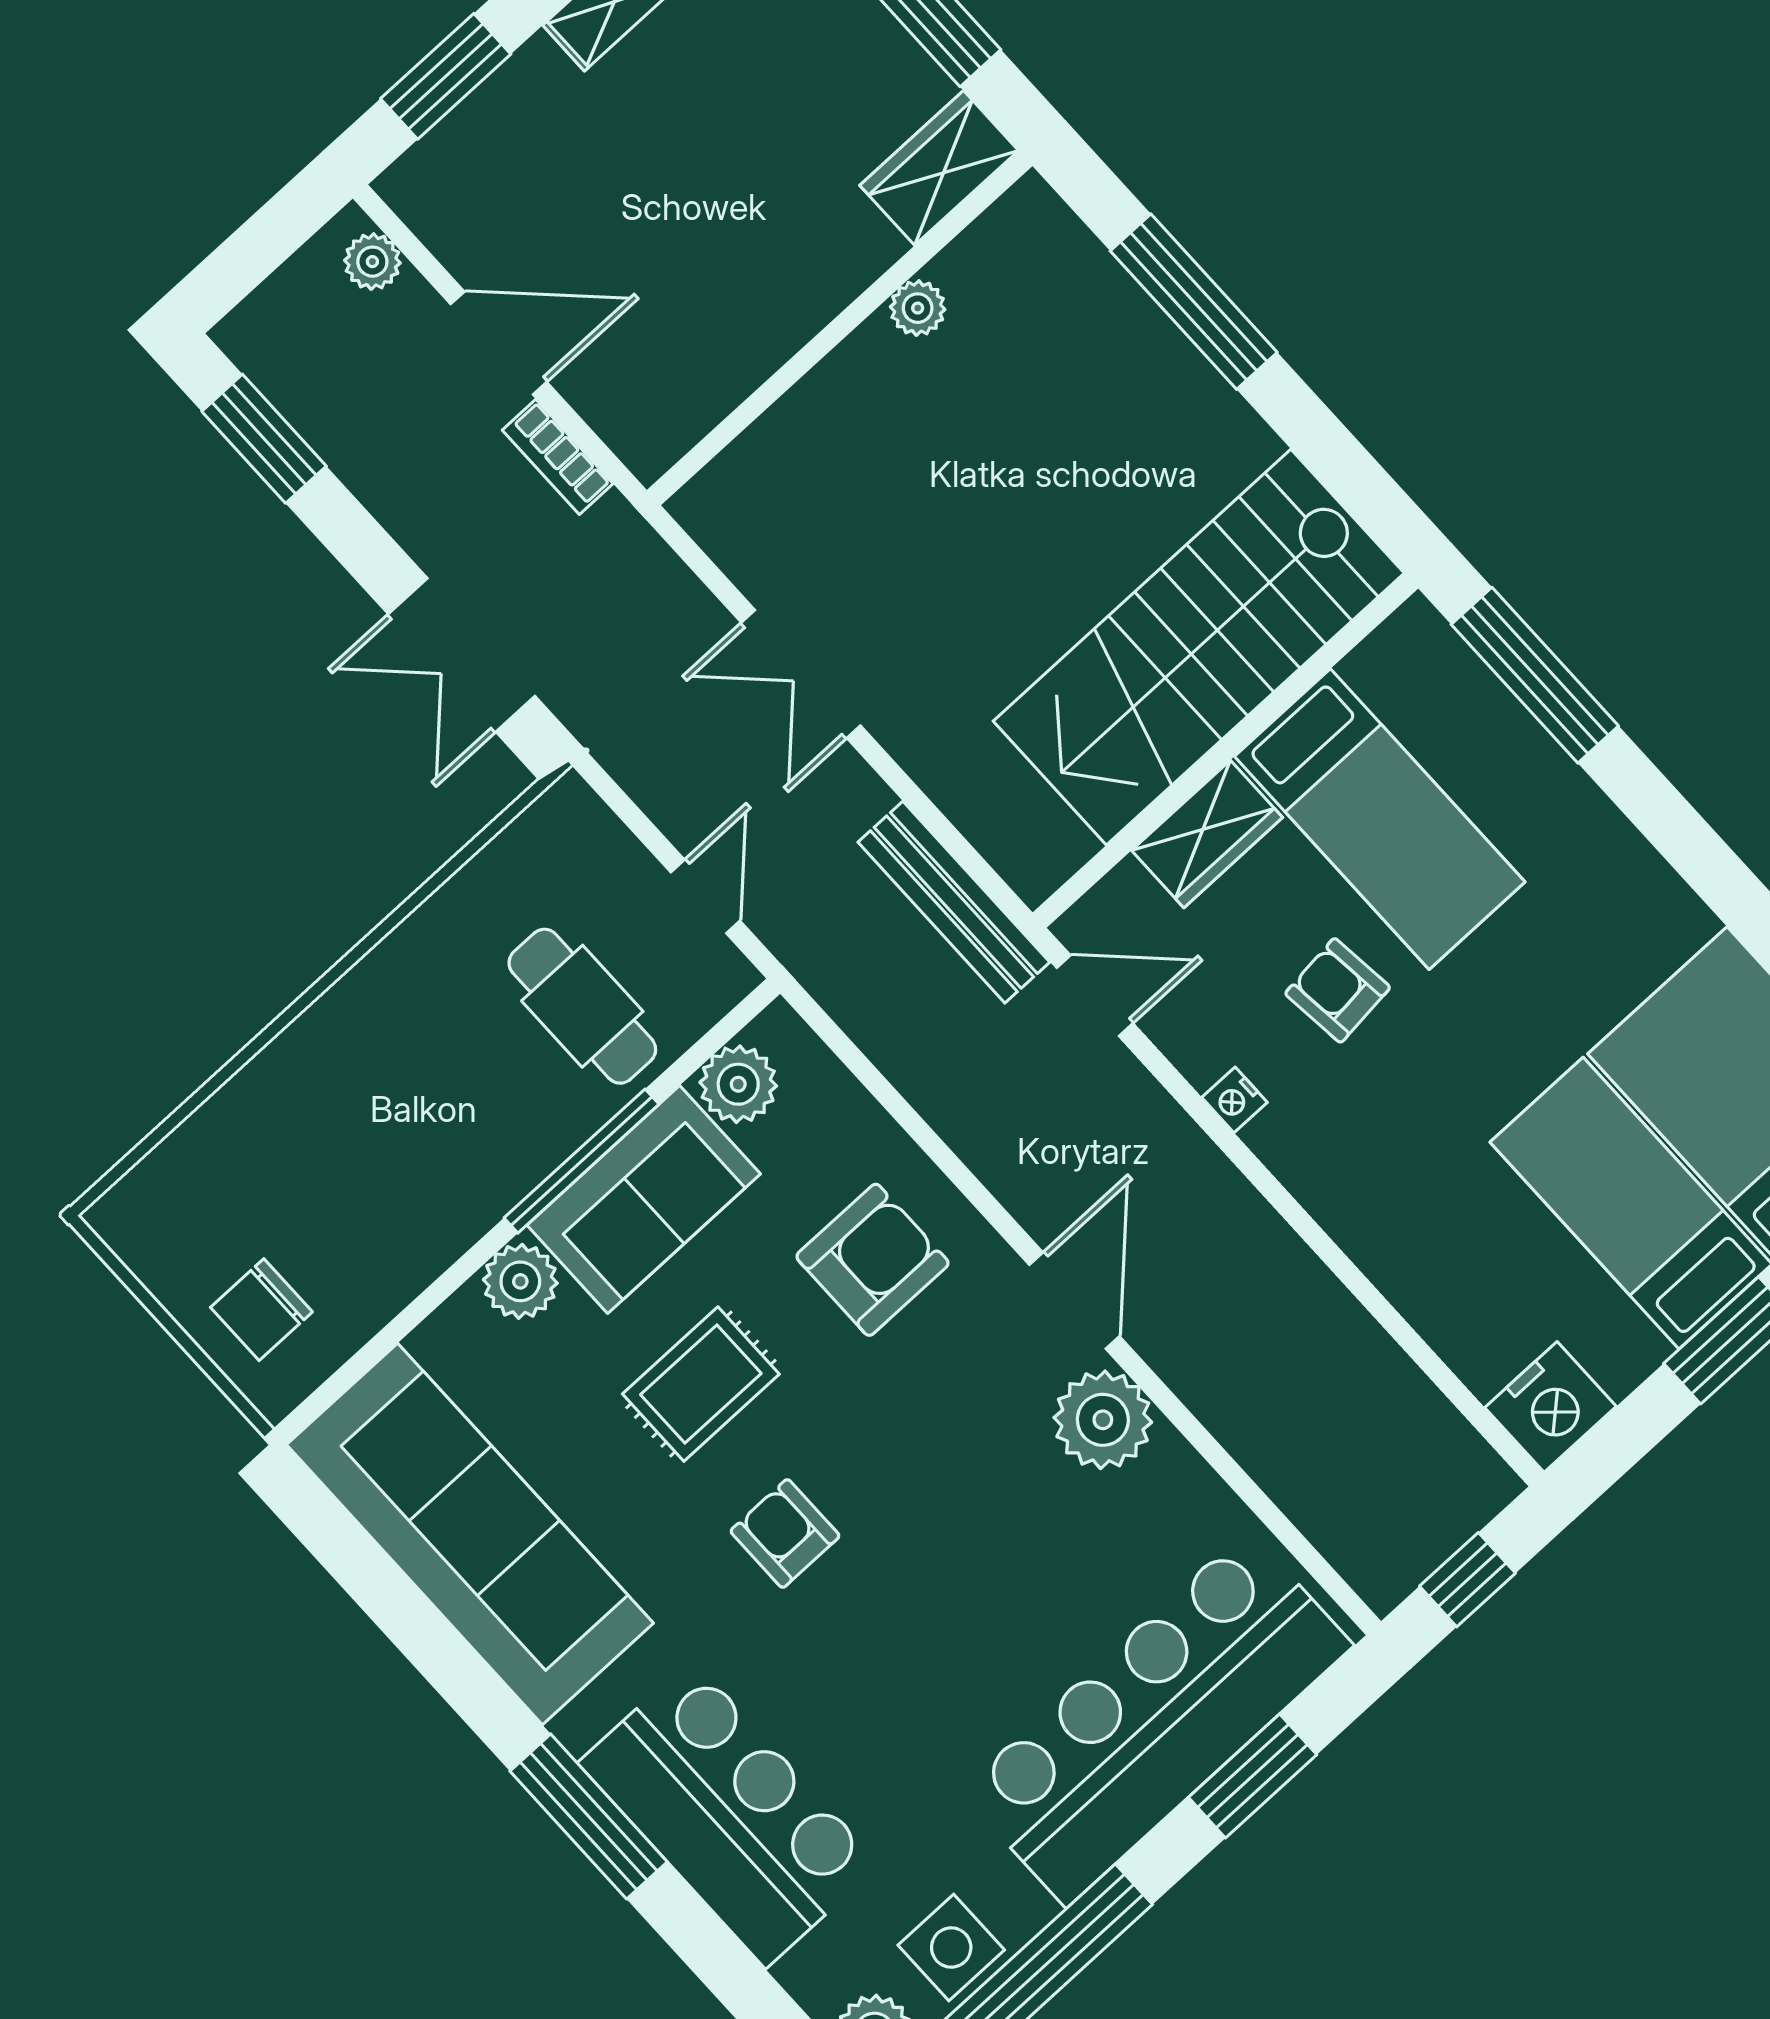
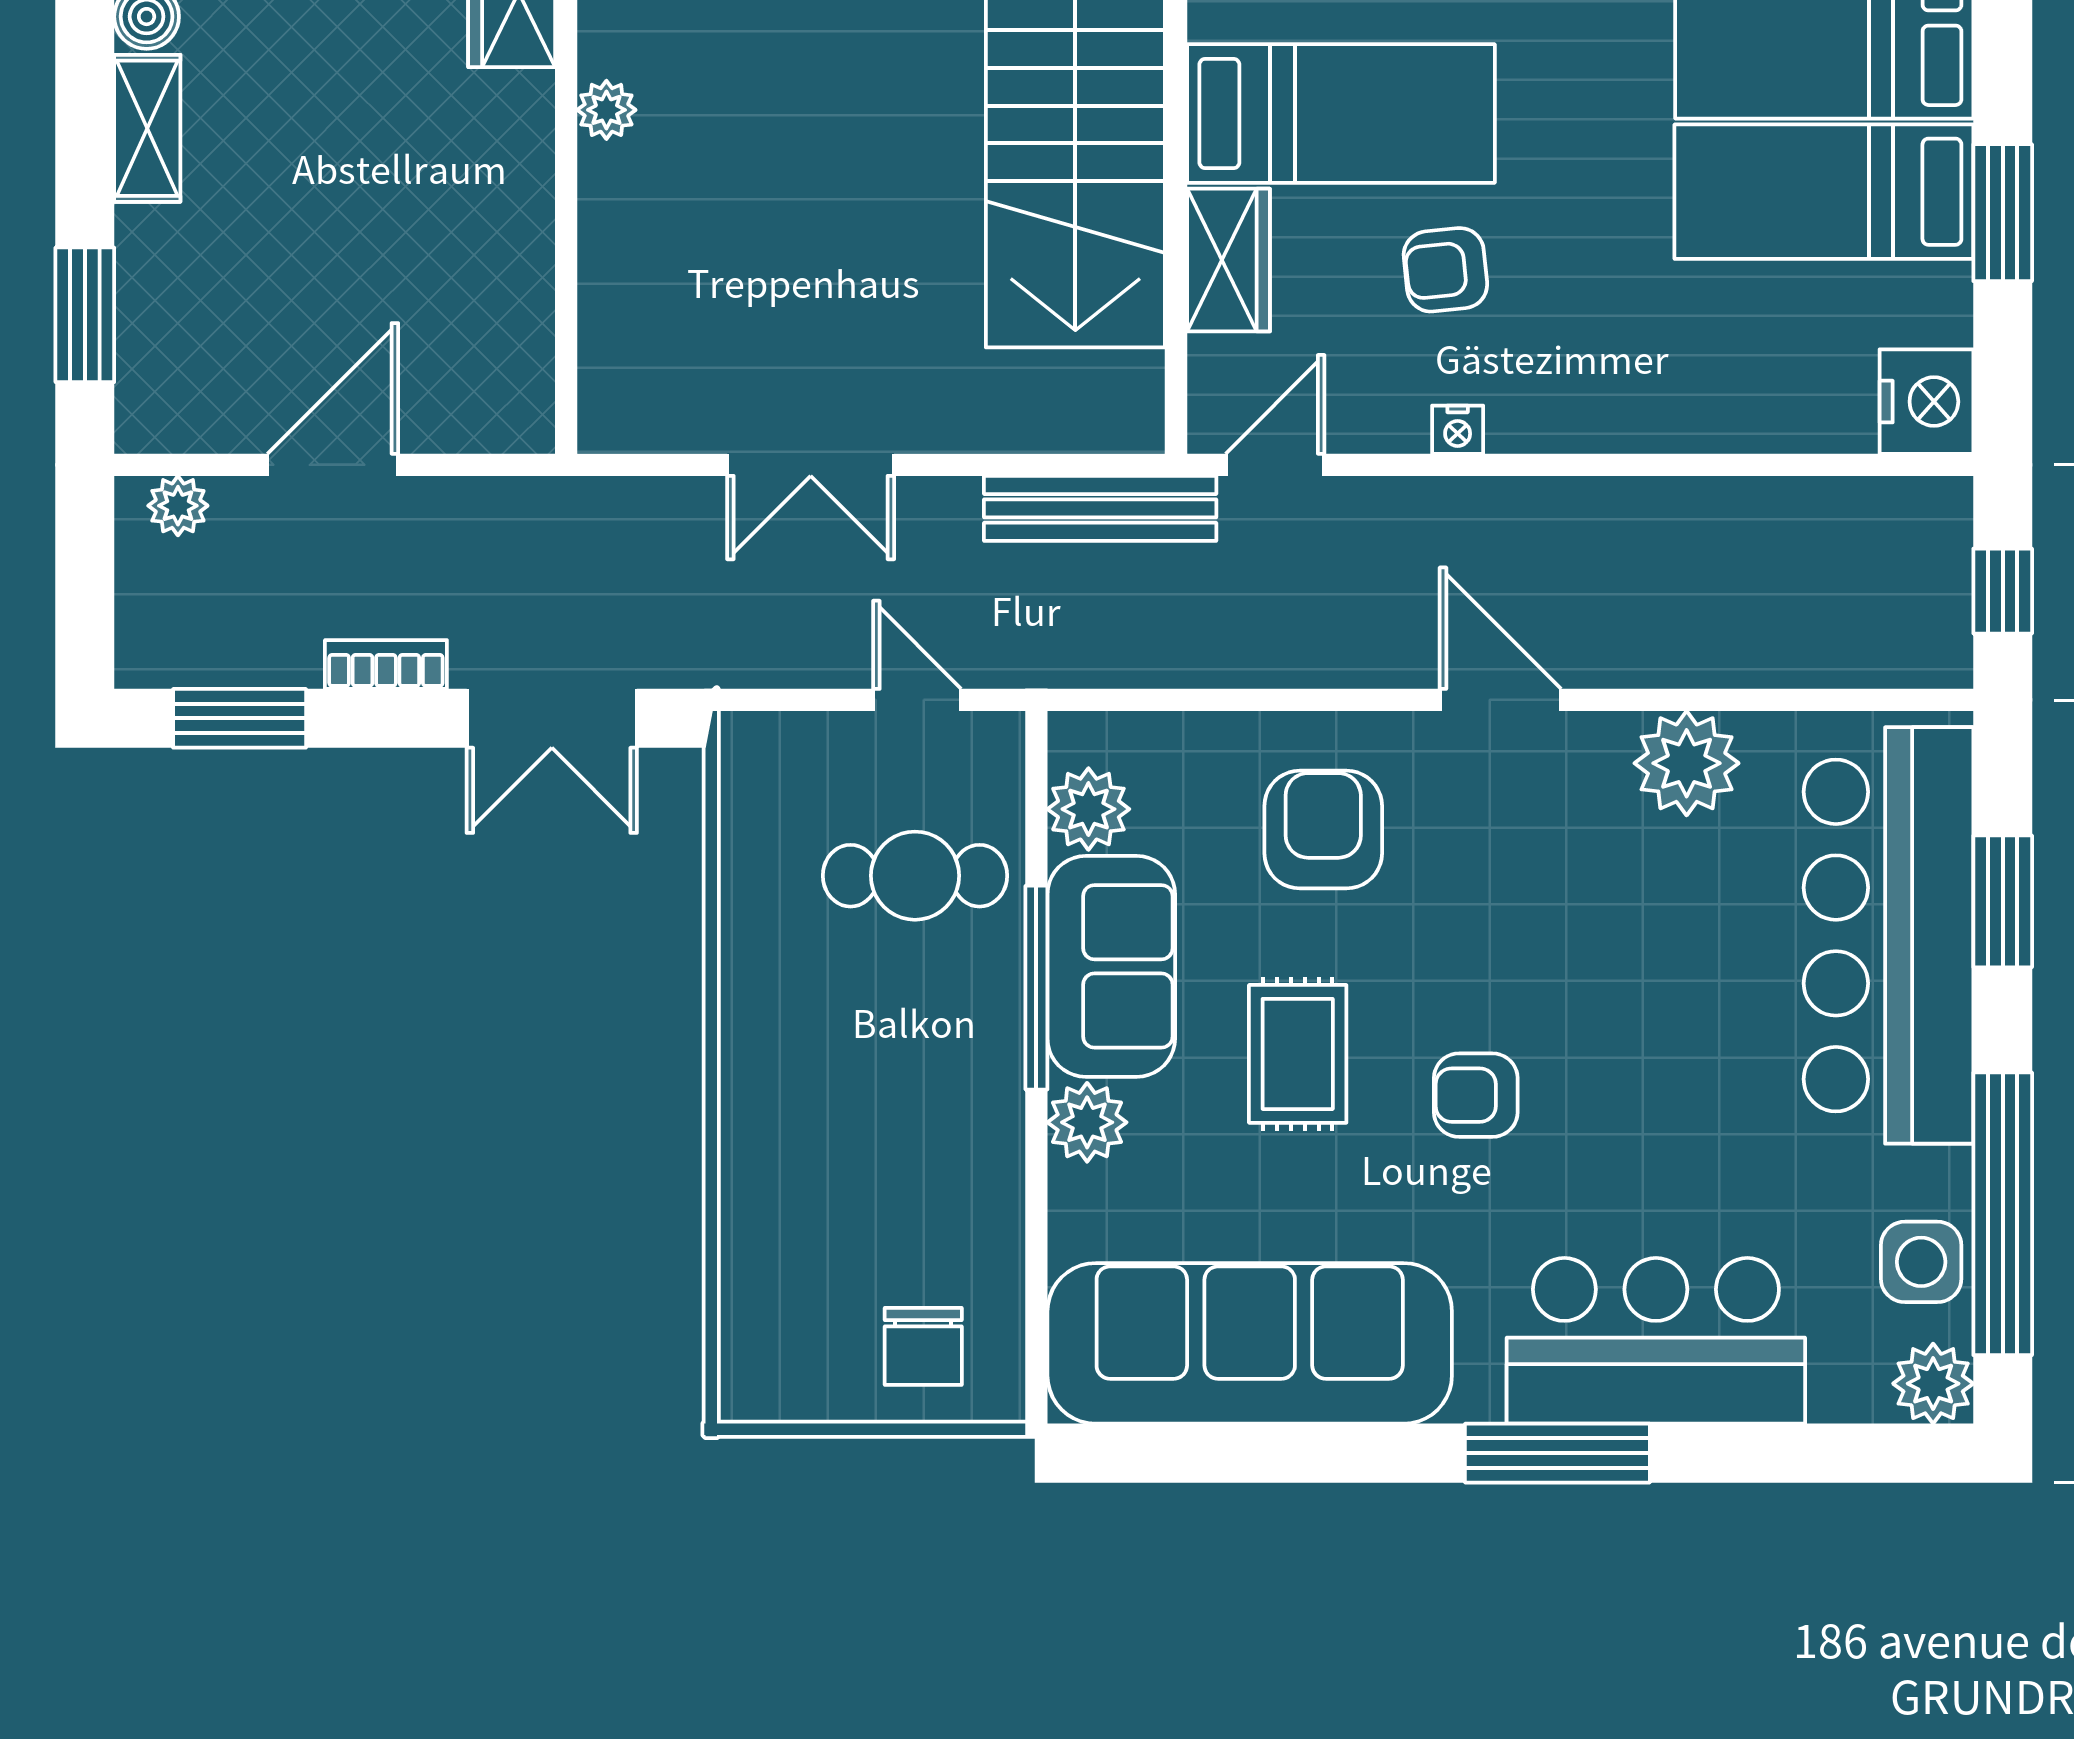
bookcase: (558, 457) -> (386, 665), moved, turned 180
plant: (1103, 1420) -> (1687, 763), moved

